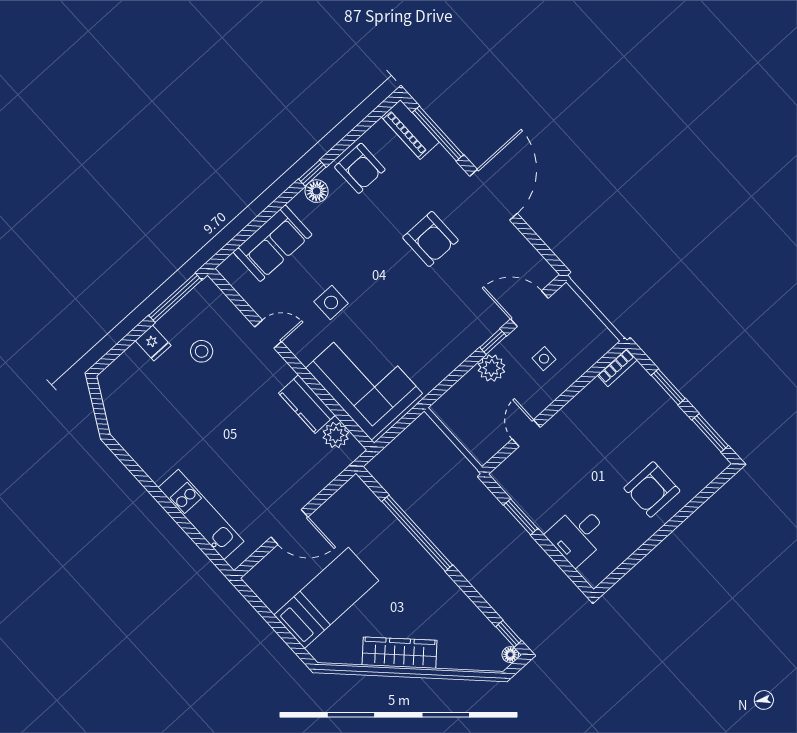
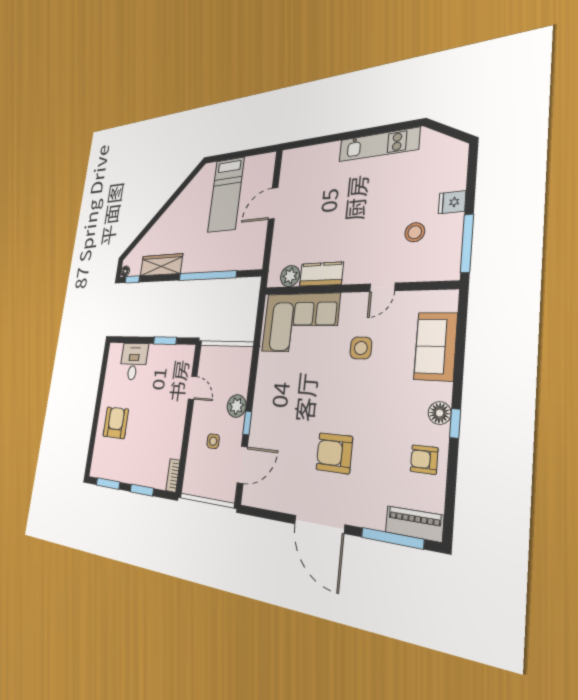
armchair: (360, 168) -> (424, 460), width x0.72, depth x0.72
kitchen unit: (201, 514) -> (379, 145), moved
wardrobe: (399, 653) -> (161, 265), moved, turned -135

